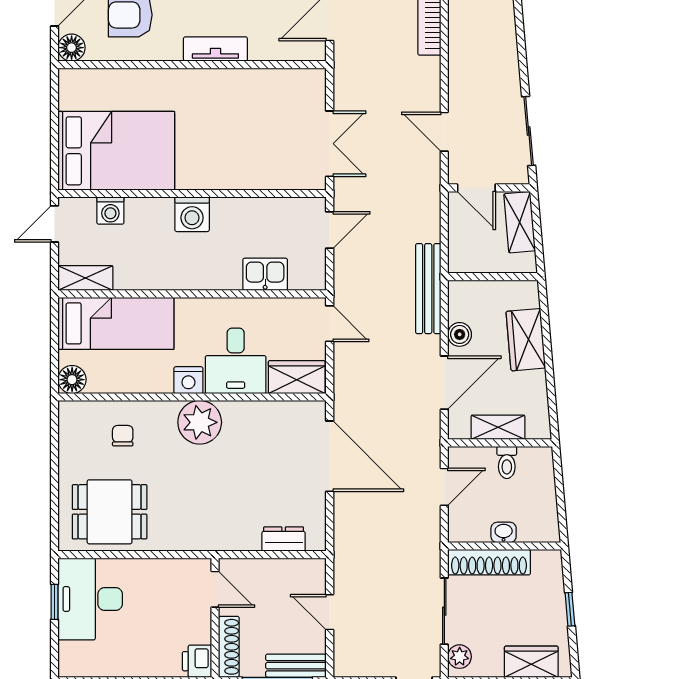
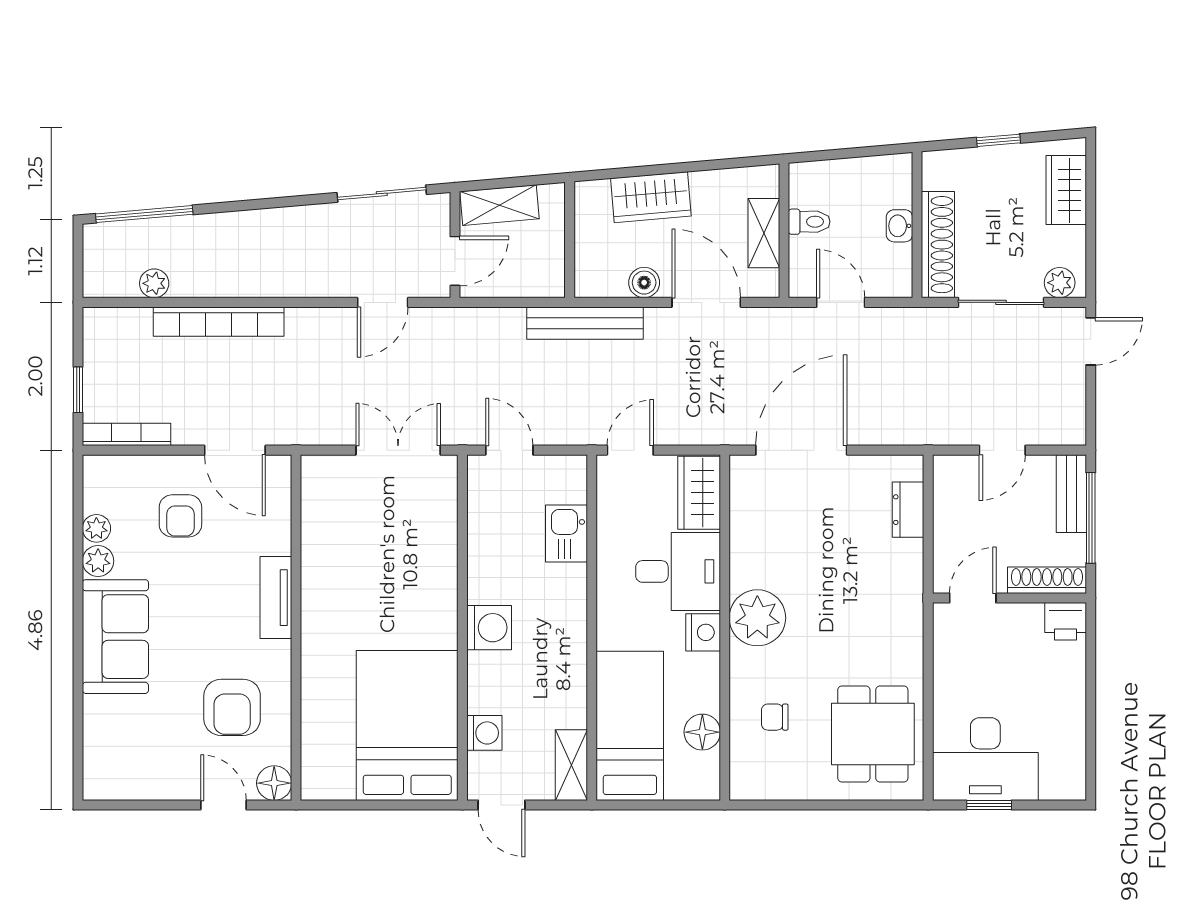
floor lamp: (72, 380) -> (702, 732), moved

